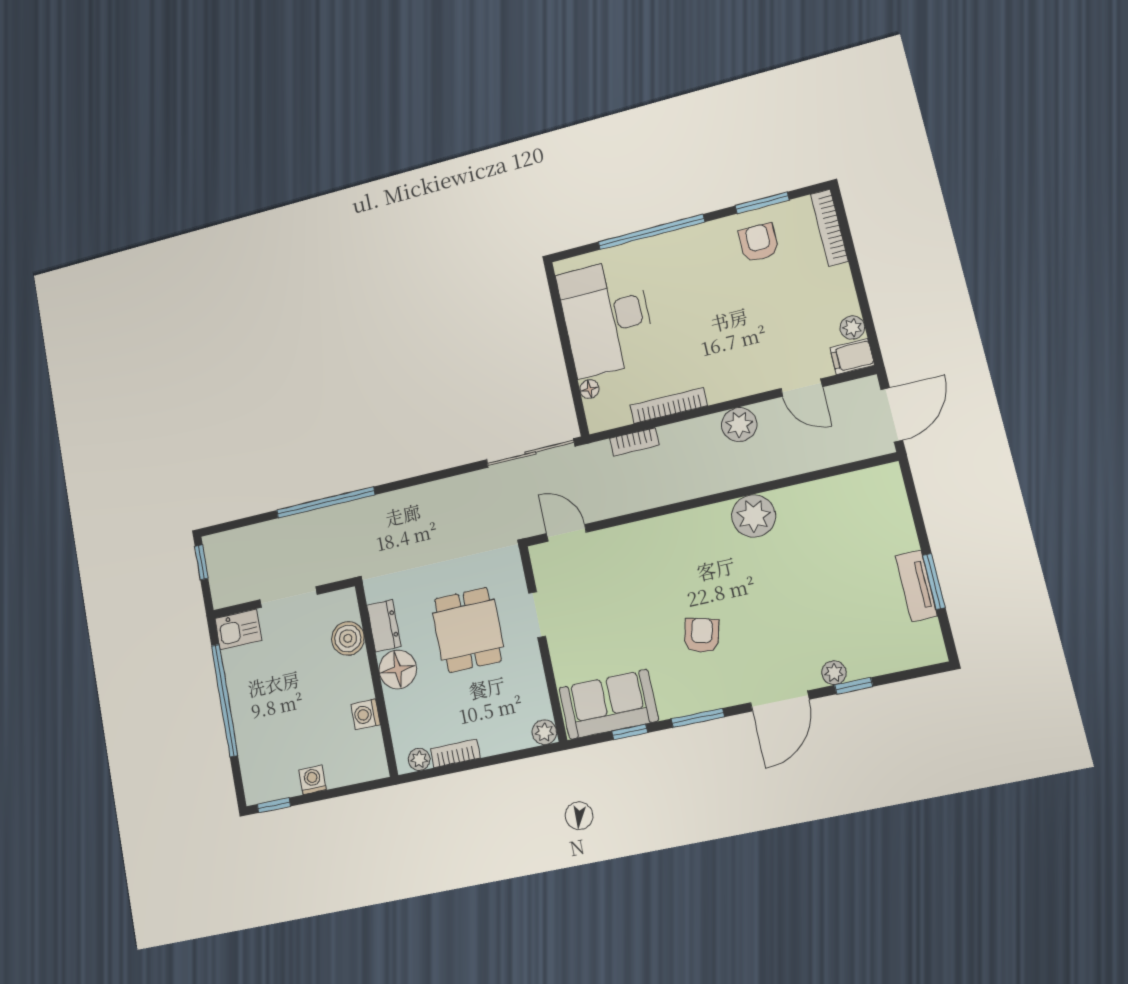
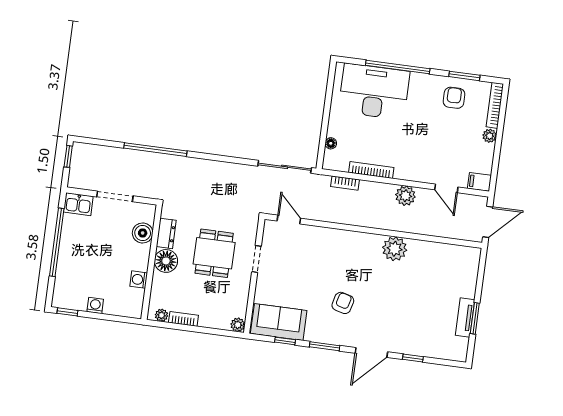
desk: (606, 317) -> (374, 91), moved, turned 90
plant: (852, 328) -> (490, 136), moved
plant: (834, 673) -> (405, 348), removed

